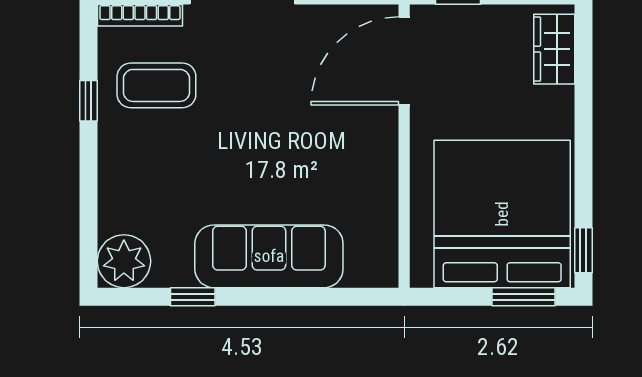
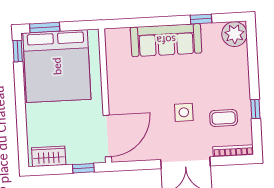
wardrobe: (554, 49) -> (49, 156), moved, turned -90
coffee table: (156, 85) -> (224, 118), width x0.73, depth x0.77
side table: (240, 102) -> (184, 112), added

